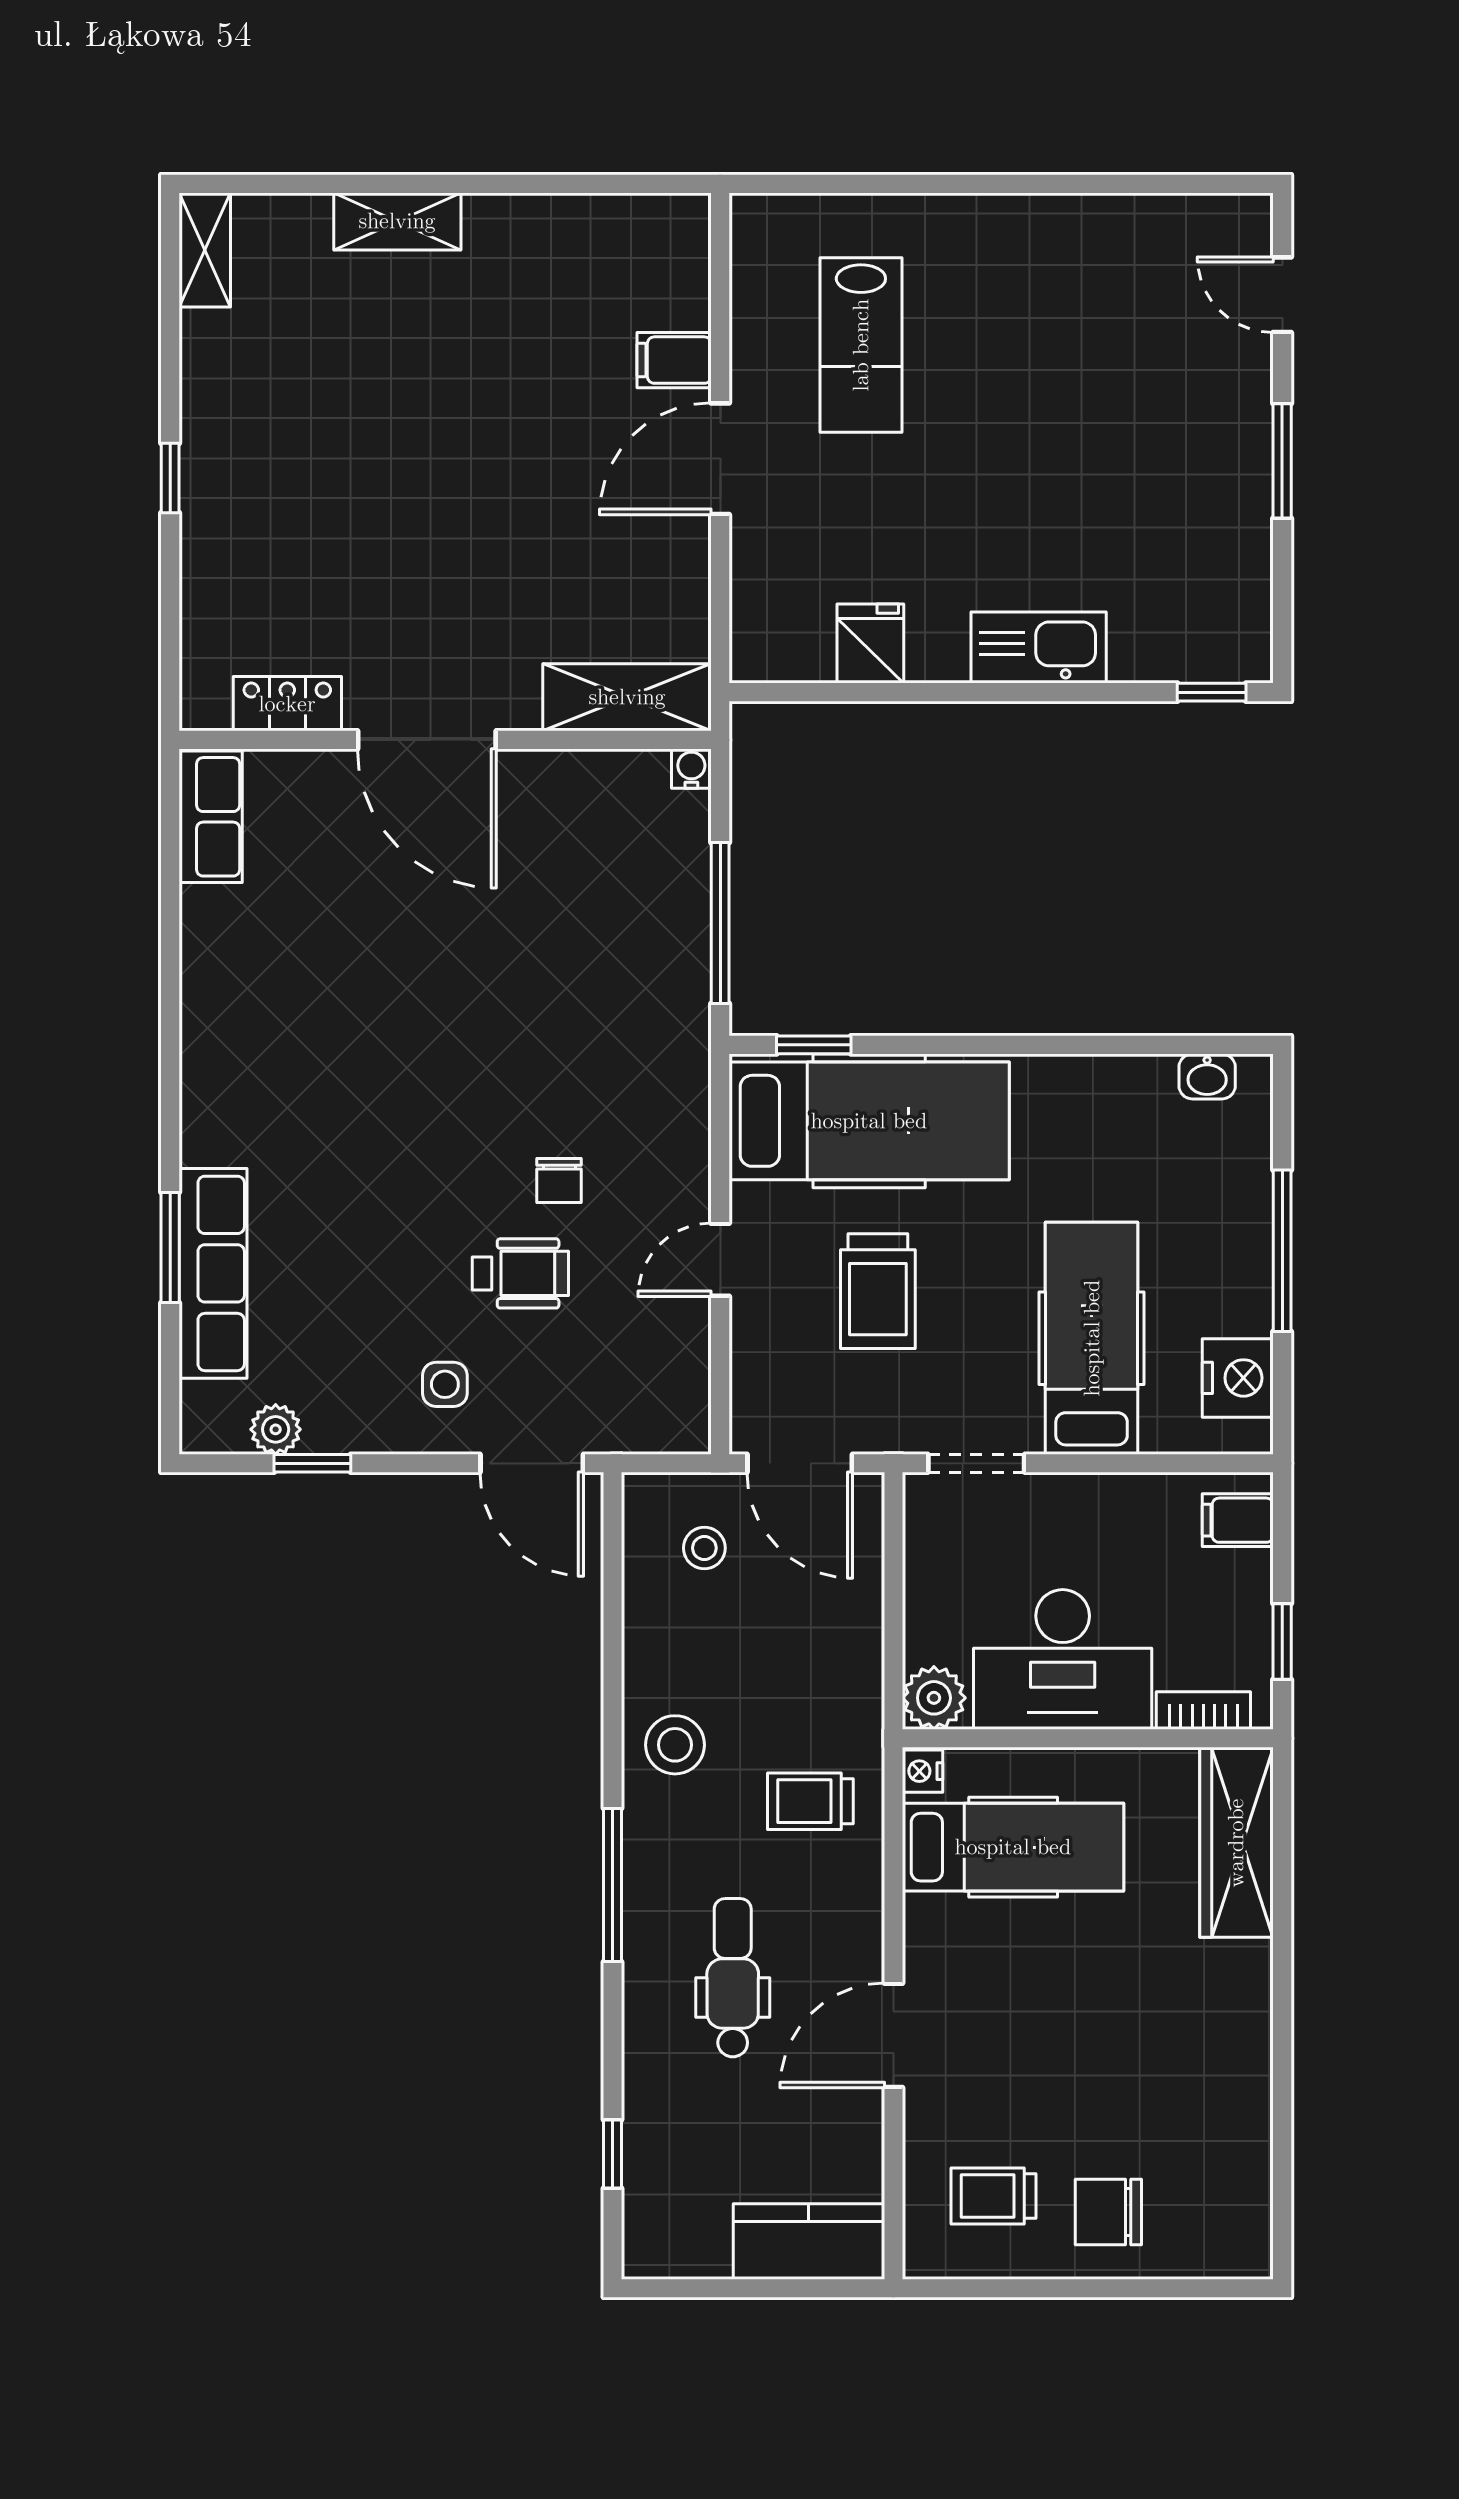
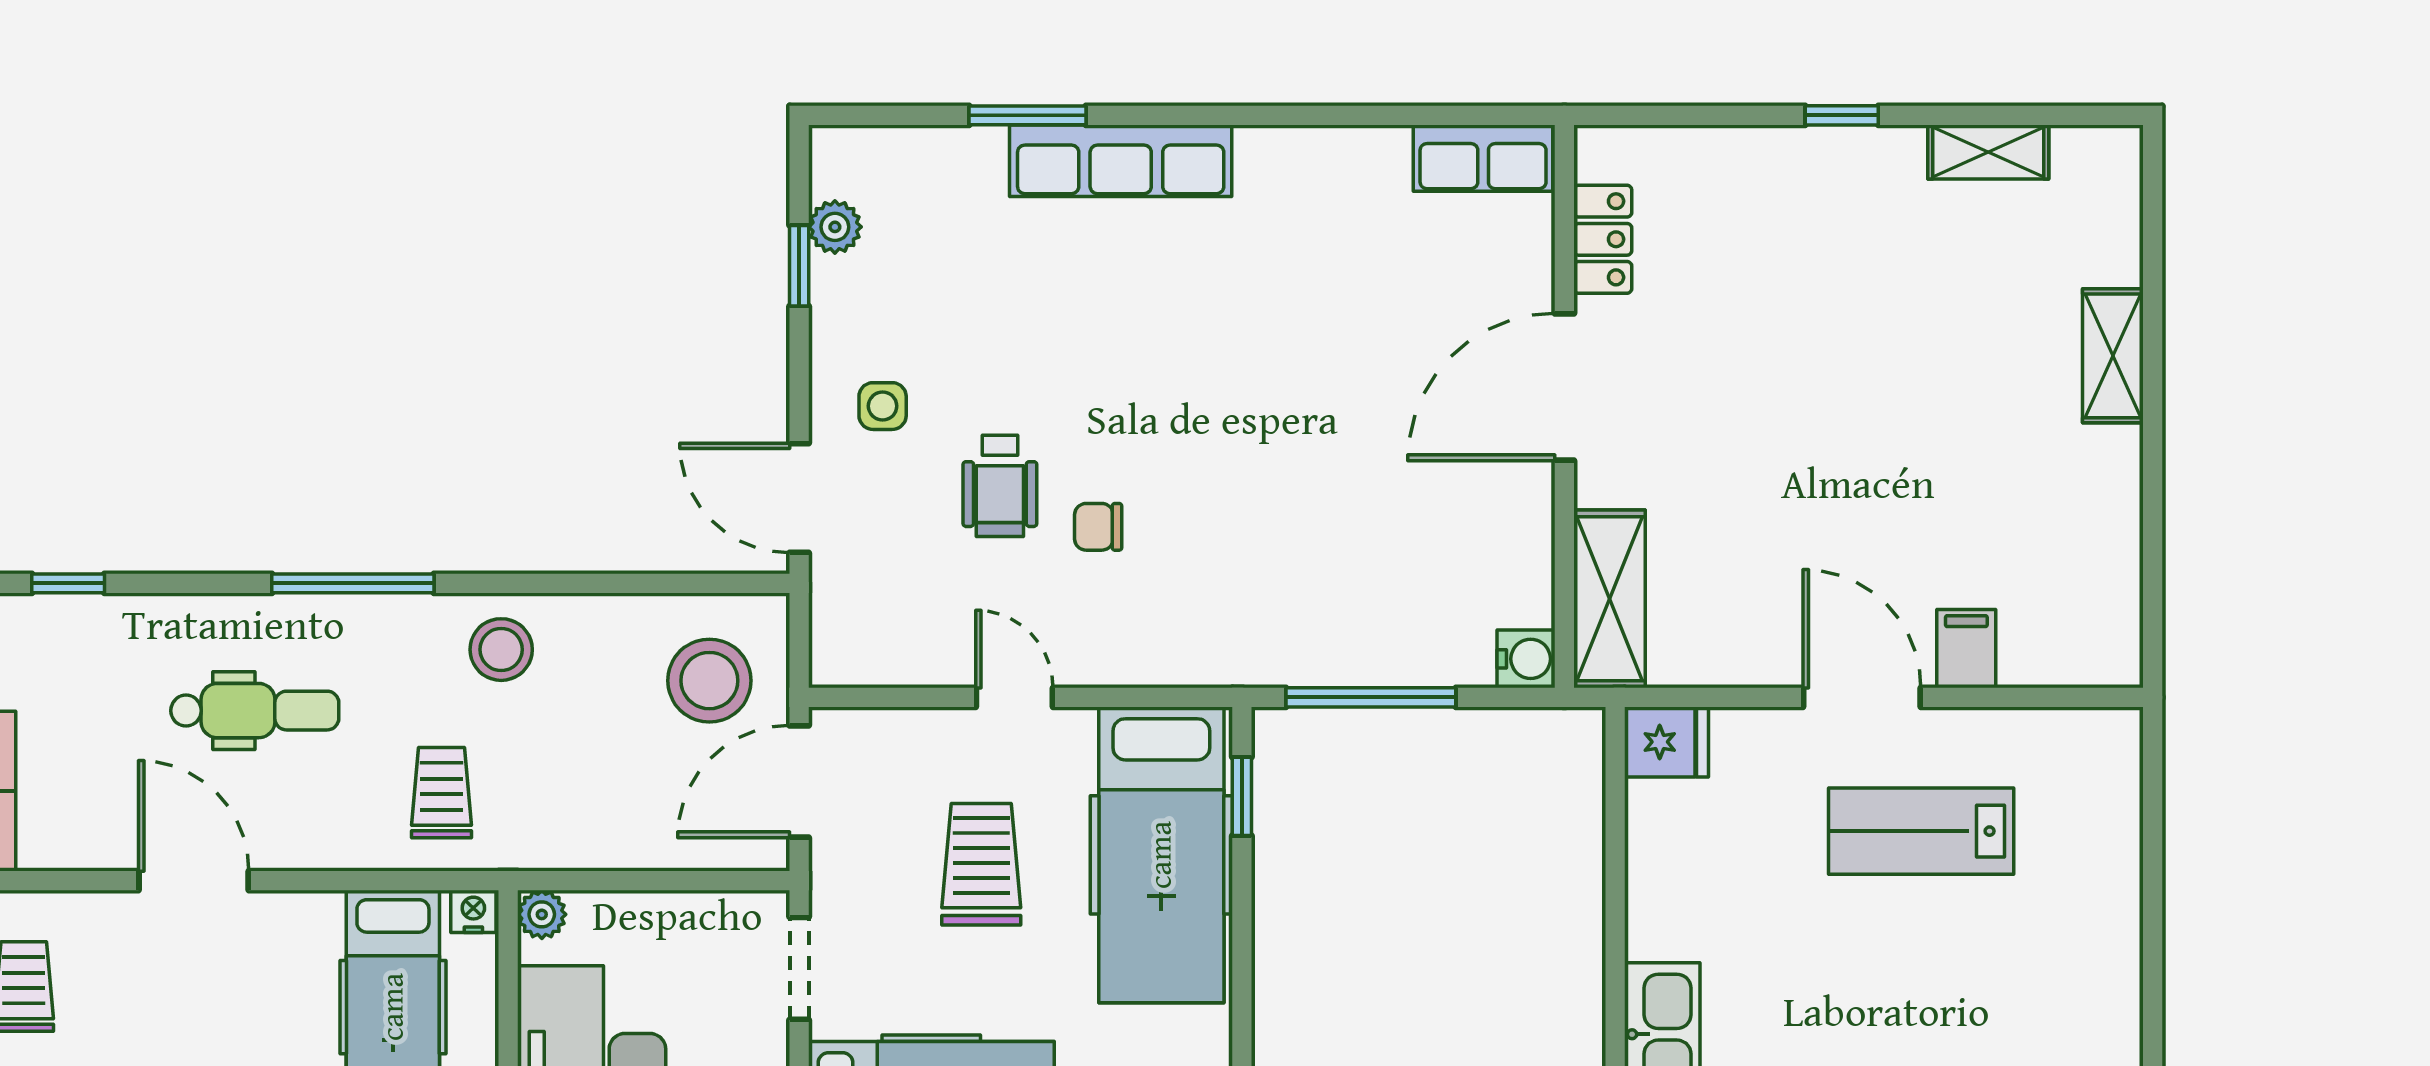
shelving: (205, 250) -> (1988, 152), moved
lab bench: (861, 345) -> (1921, 831), moved
fridge: (870, 643) -> (1666, 742), moved
water cooler: (691, 769) -> (1526, 659), width x1.38, depth x1.38
row of seats: (213, 1273) -> (1121, 161), moved
trolley: (878, 1291) -> (981, 864), turned 90
door: (532, 1463) -> (799, 498), hinge flipped
stool: (704, 1548) -> (709, 681), width x1.89, depth x1.89
plant: (934, 1698) -> (542, 914), width x0.73, depth x0.73

